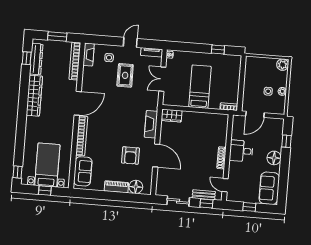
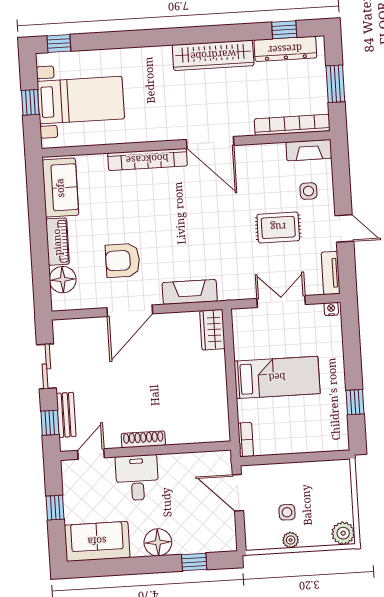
desk: (241, 151) -> (137, 478), moved
sofa: (83, 171) -> (60, 188), moved, turned -90

